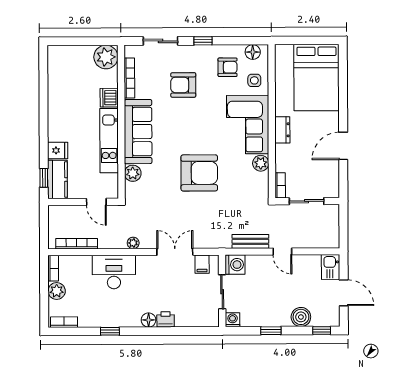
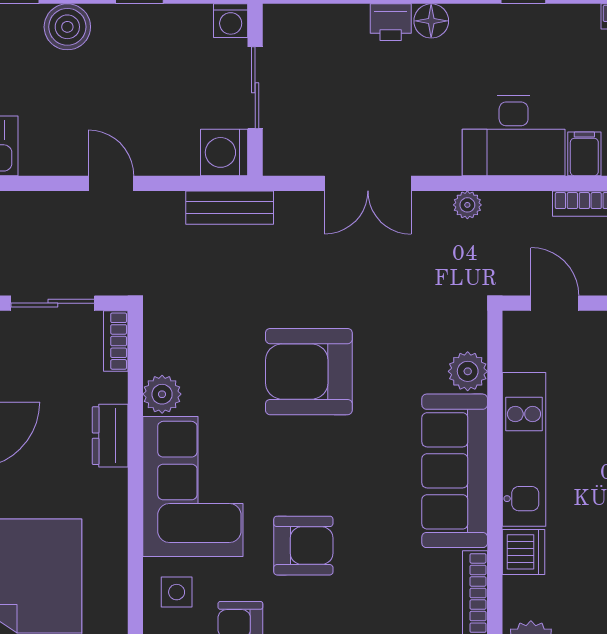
armchair: (183, 85) -> (303, 546), moved
dresser: (282, 130) -> (110, 436), moved
bench: (250, 241) -> (230, 208), moved
filing cabinet: (202, 264) -> (584, 154), moved

